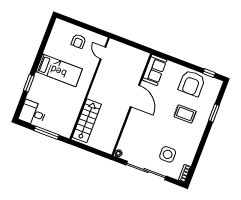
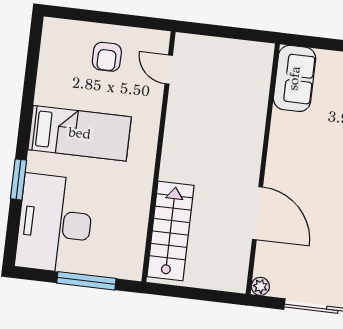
door: (135, 96) -> (258, 213), moved
desk: (33, 113) -> (55, 224), width x1.87, depth x1.30

